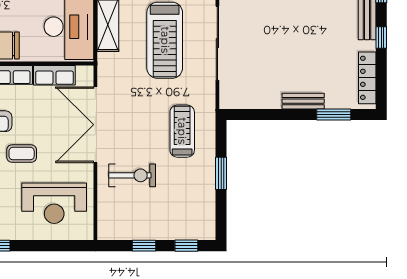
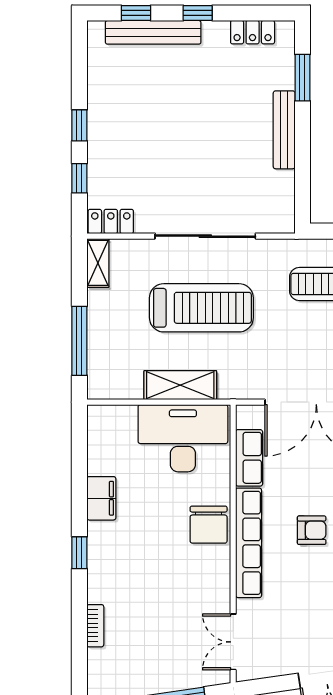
locker: (367, 78) -> (253, 32), width x0.66
bench: (303, 101) -> (284, 130), width x1.36

